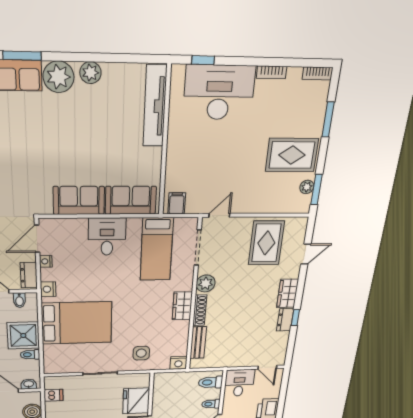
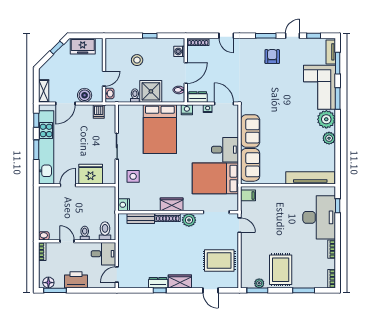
bed: (157, 249) -> (215, 178), width x1.50

